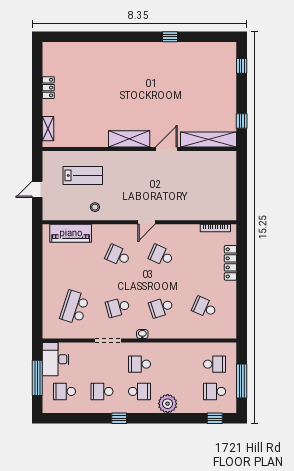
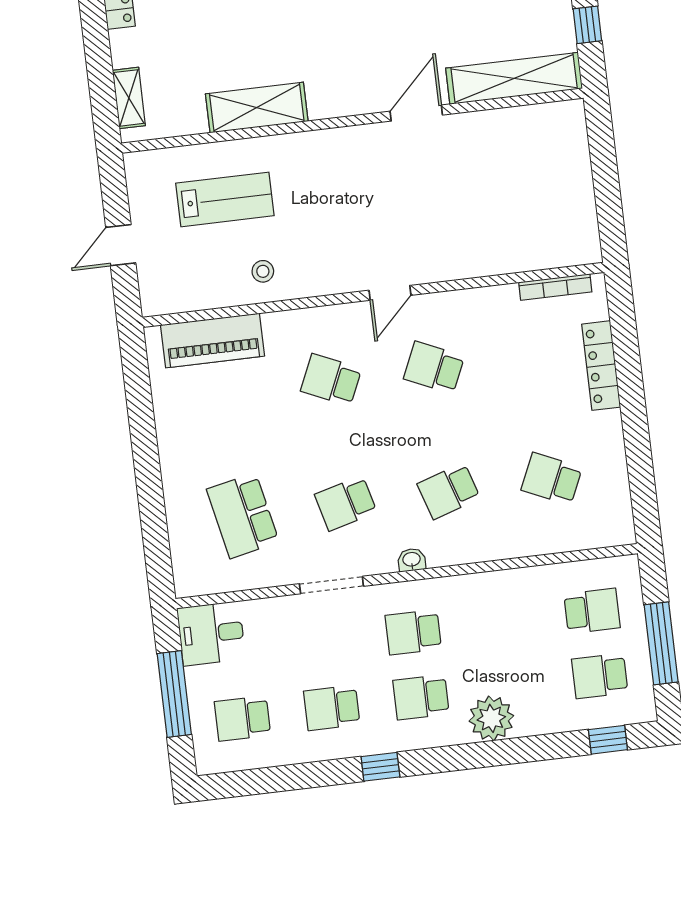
shelving: (129, 139) -> (257, 108), moved
school desk: (75, 307) -> (243, 516), turned -30
desk: (56, 359) -> (211, 634), width x0.73
school desk: (139, 391) -> (421, 697), turned 180

